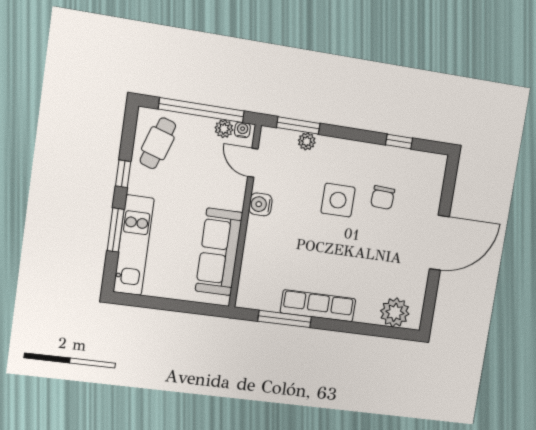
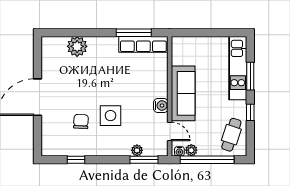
sofa: (219, 252) -> (183, 93), moved
row of seats: (318, 306) -> (143, 44), moved
plant: (395, 312) -> (77, 46), moved

